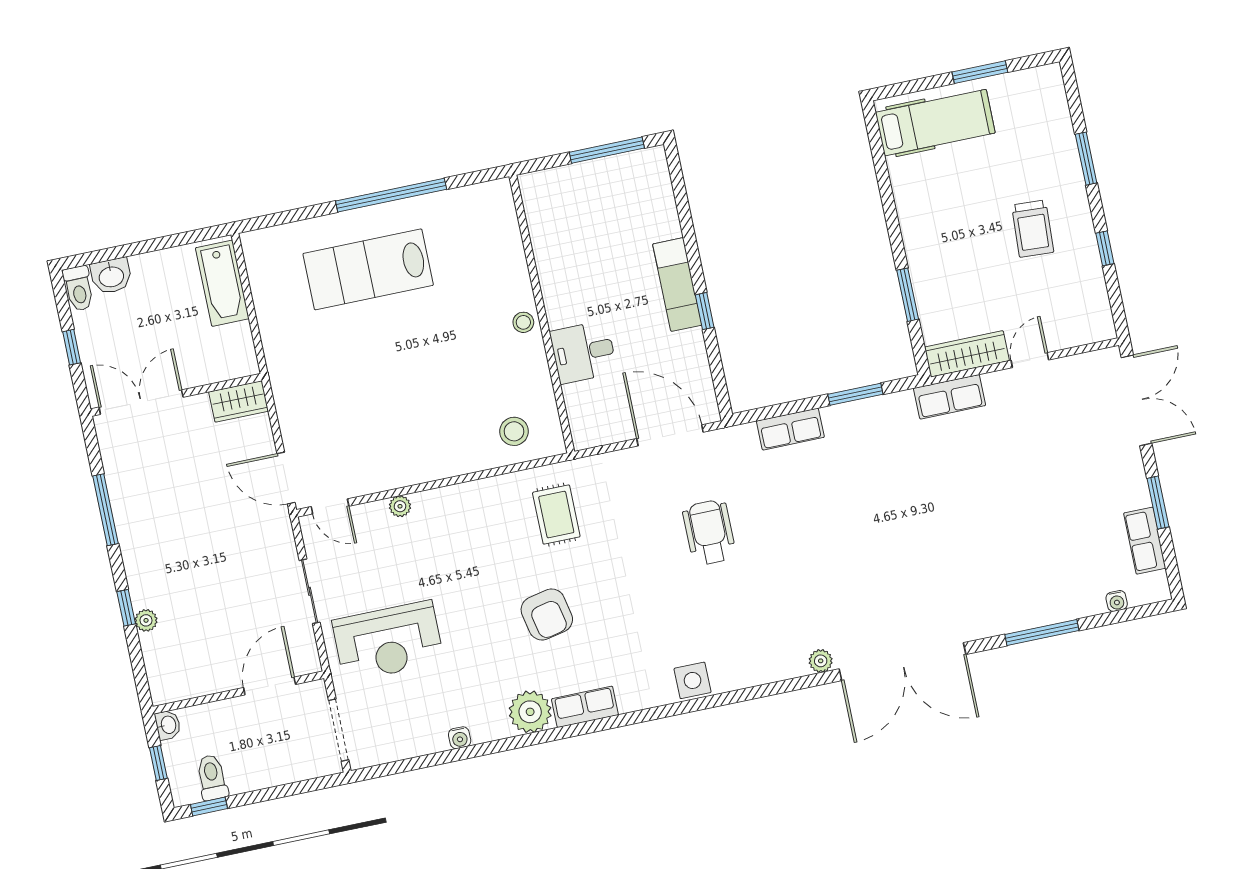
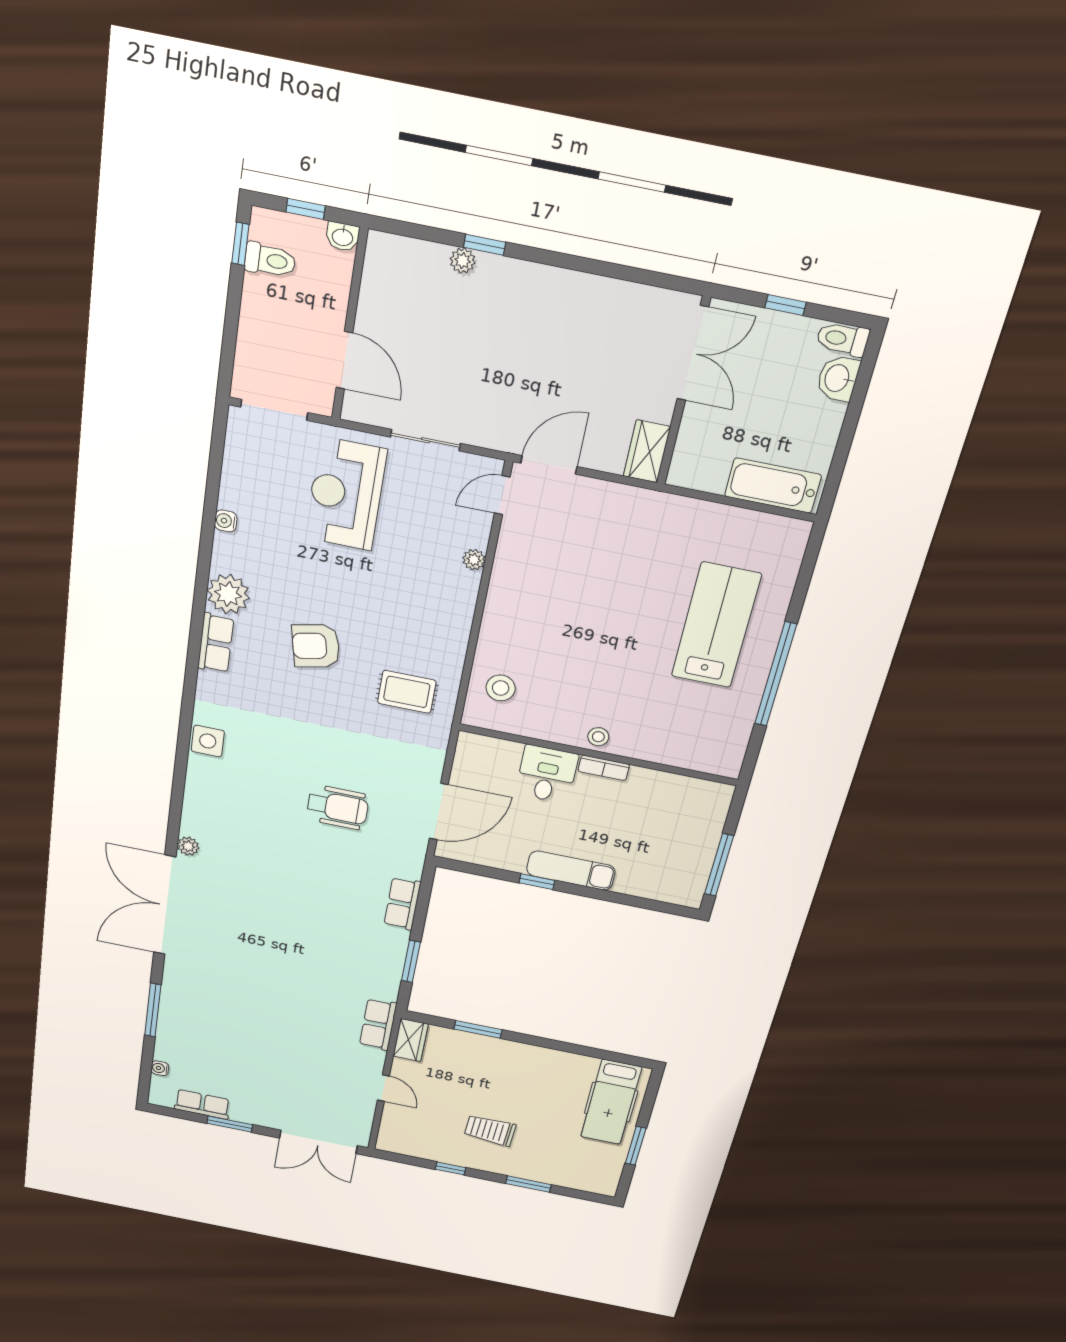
bookcase: (553, 303) -> (604, 768), added
wardrobe: (967, 354) -> (410, 1040), width x0.67
window: (106, 510) -> (598, 267), removed

